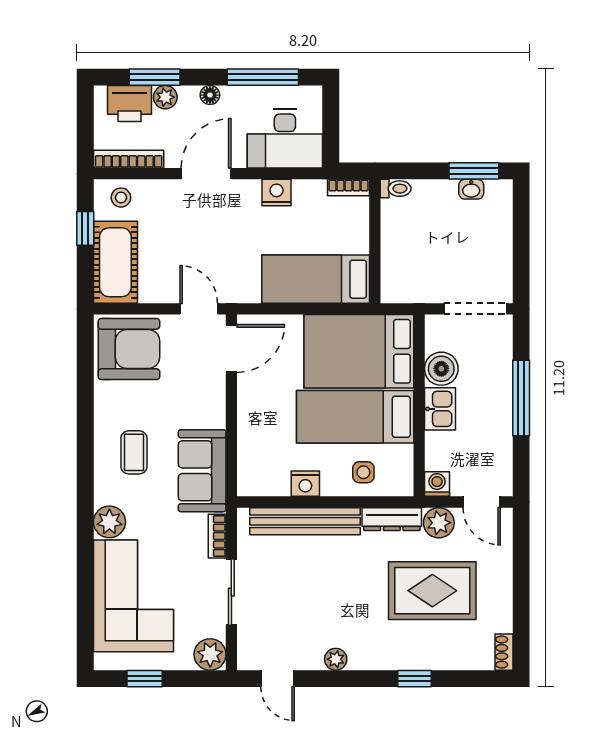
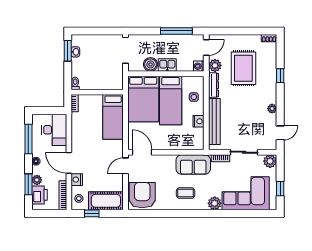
nightstand: (277, 193) -> (77, 180), moved
window: (521, 398) -> (176, 31), moved

